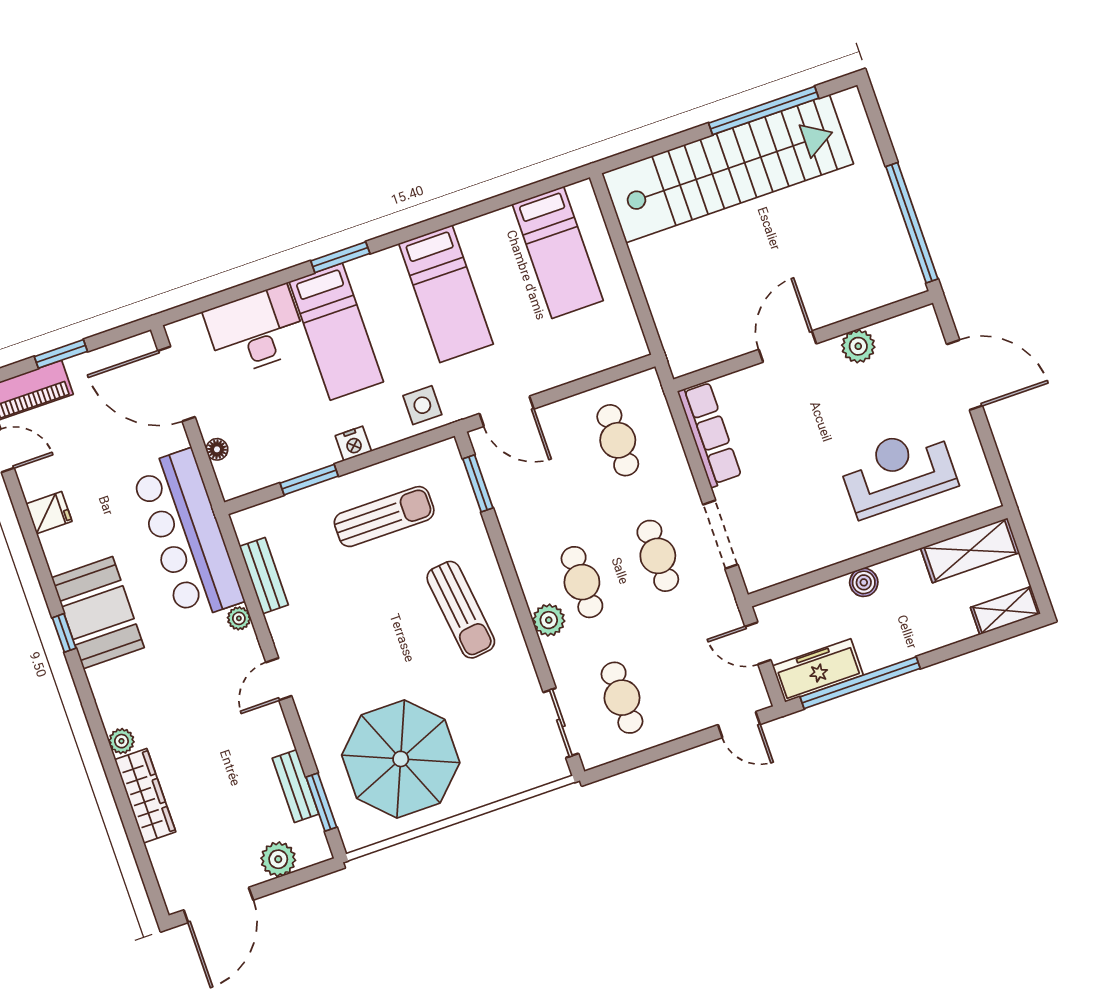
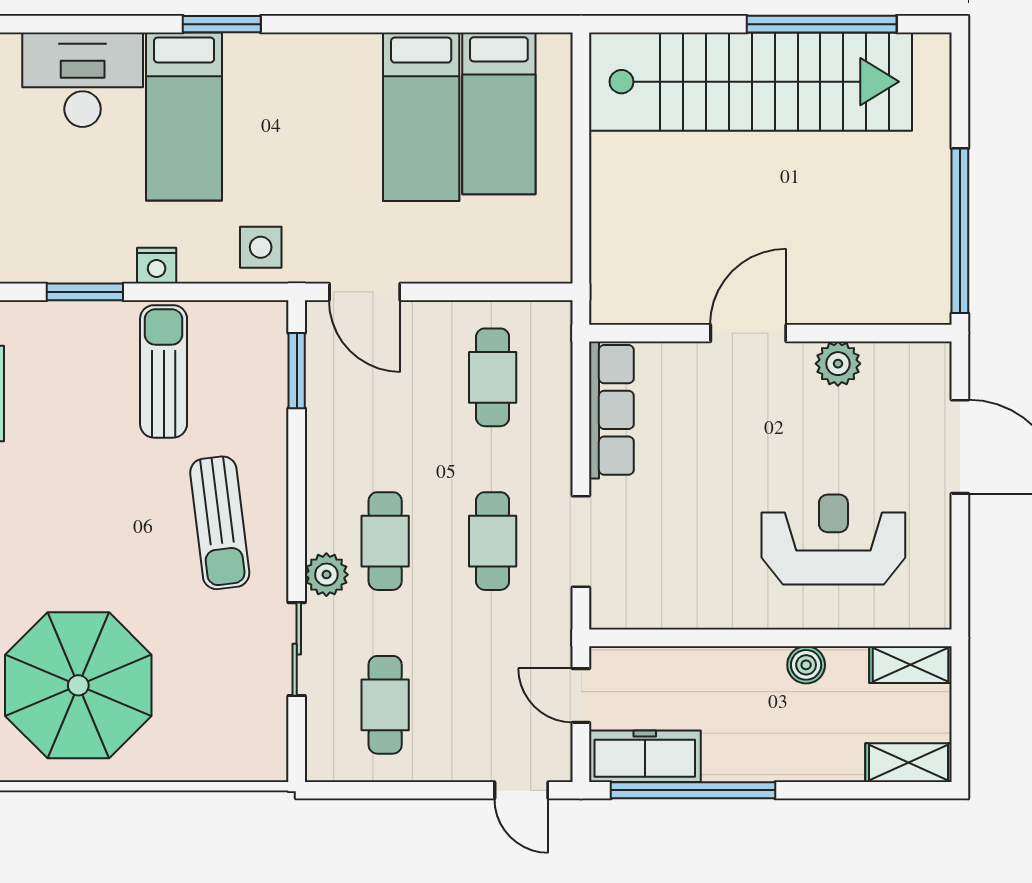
bed: (446, 294) -> (421, 117), moved
sun lounger: (384, 517) -> (164, 371), turned -90
shelving: (970, 550) -> (911, 665), width x0.67, depth x0.75
boiler: (864, 582) -> (806, 665), moved
sliding door: (561, 723) -> (297, 649), moved

